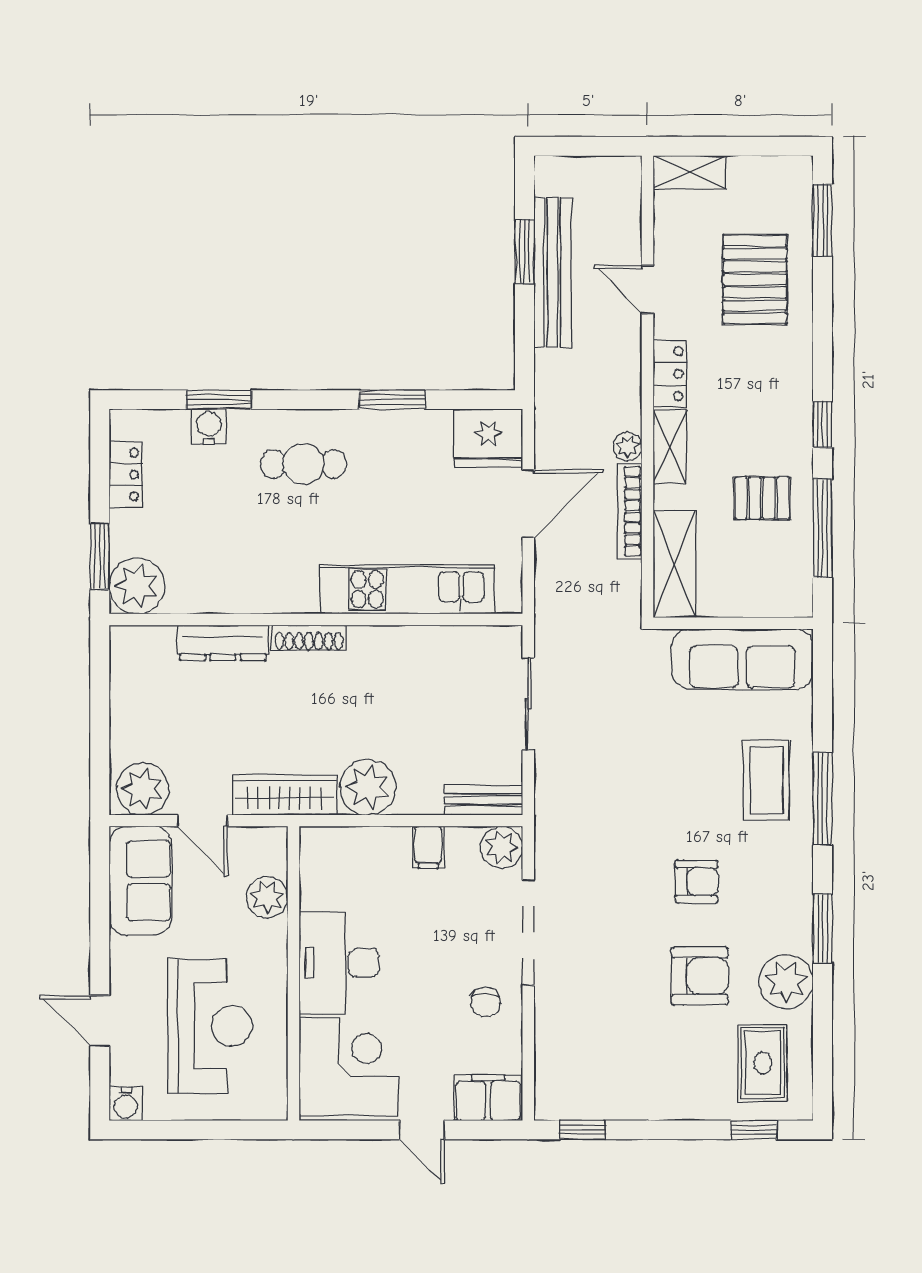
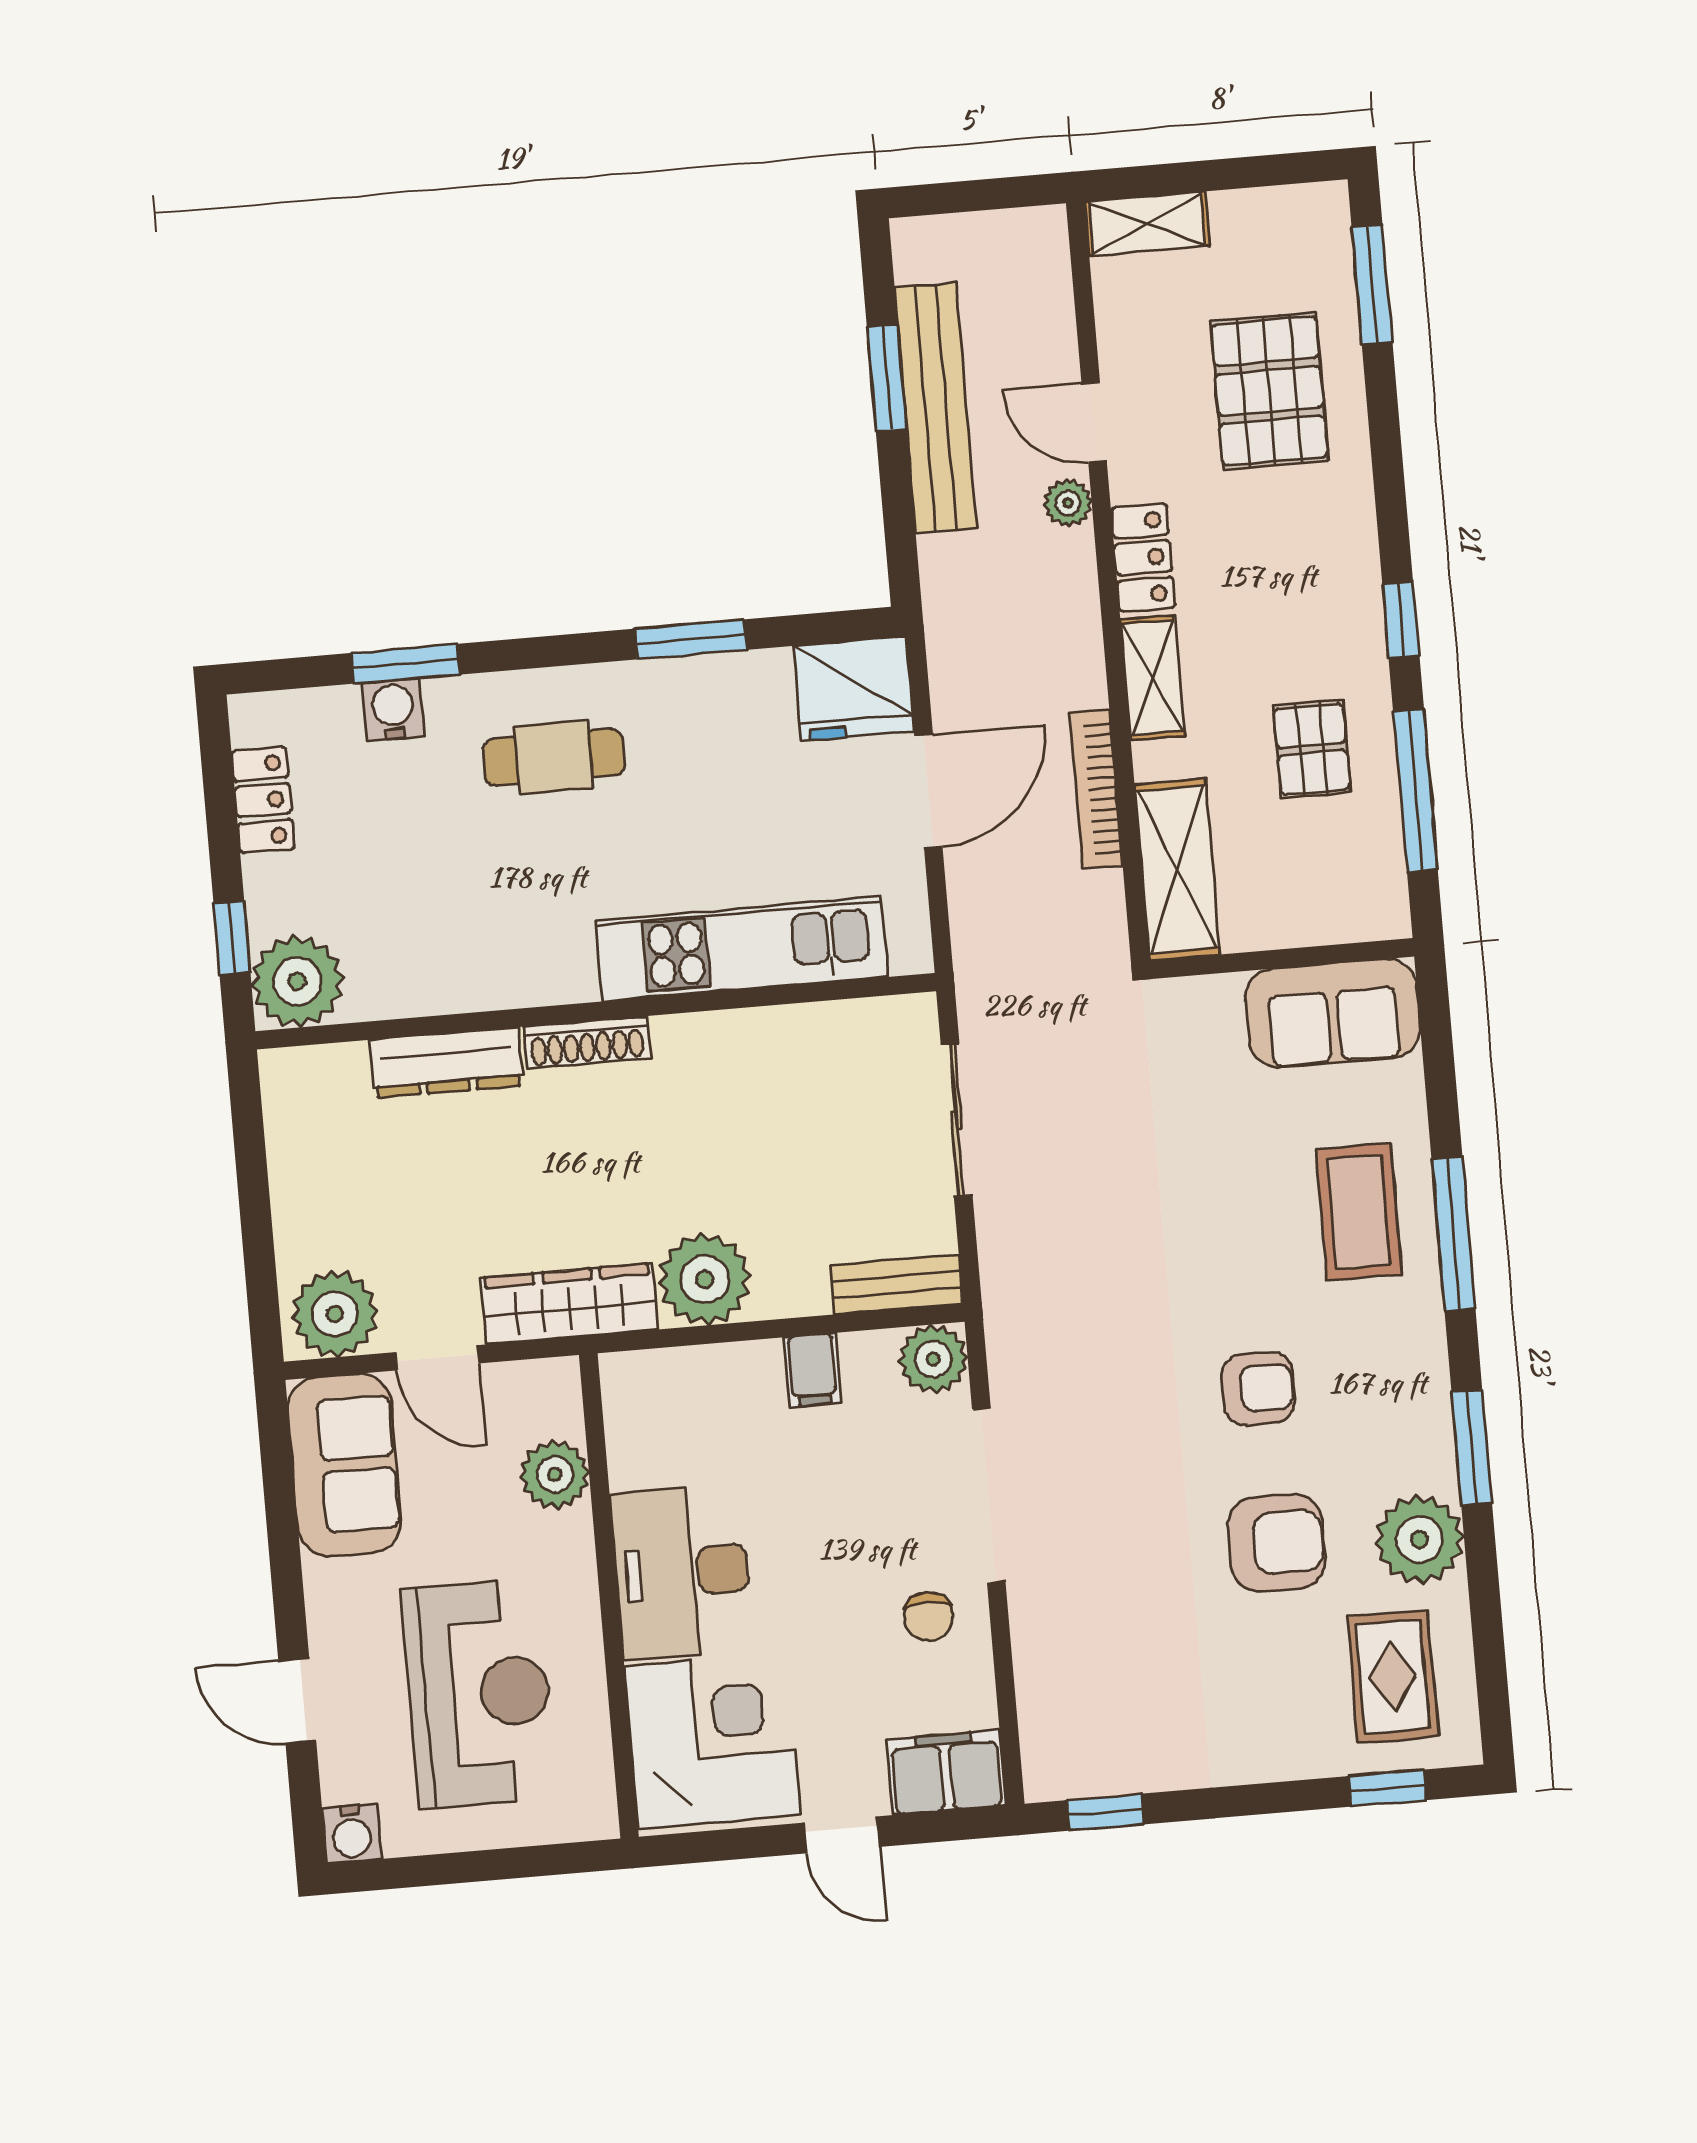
plant: (628, 447) -> (1068, 503), moved
pallet: (762, 498) -> (1312, 749), turned 90
window: (100, 556) -> (232, 938), width x0.67
sofa: (742, 659) -> (1333, 1013), width x0.73

